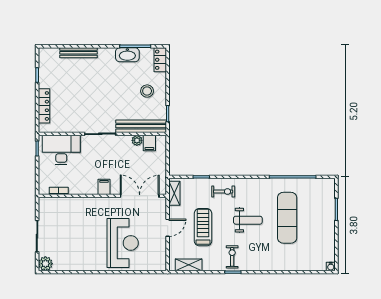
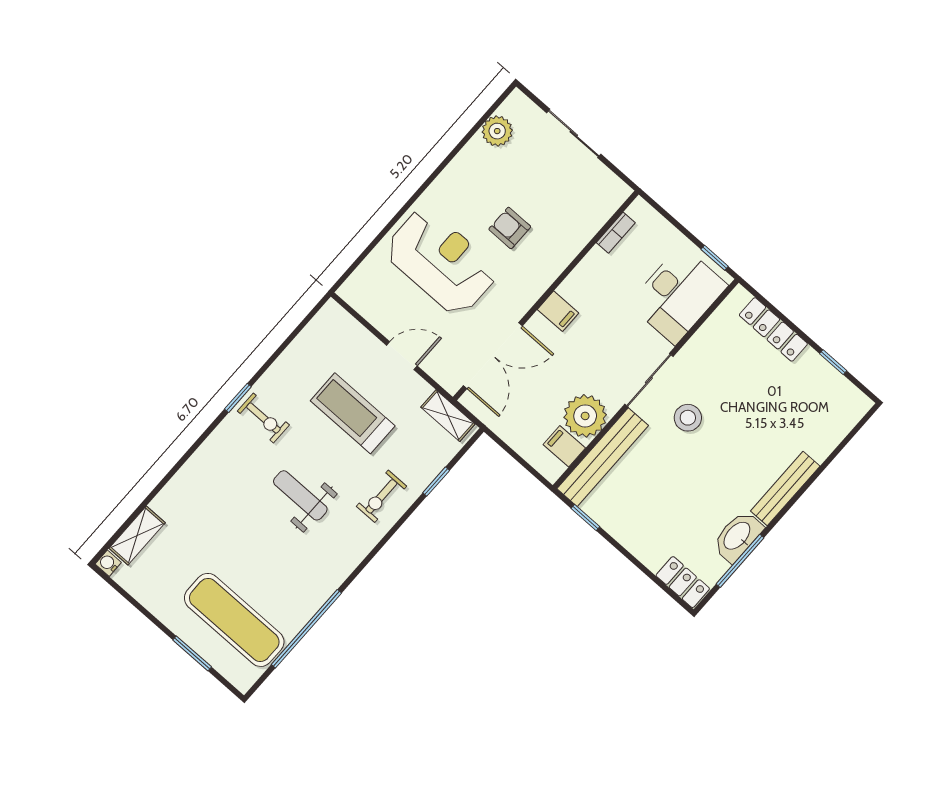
bench: (78, 53) -> (785, 489), moved
stool: (147, 91) -> (688, 418), moved
plant: (137, 140) -> (585, 416), width x1.88, depth x1.88
exercise mat: (287, 218) -> (234, 620), moved
weight bench: (248, 220) -> (300, 495), turned 90
treadmill: (203, 227) -> (353, 413), turned 180
door: (168, 228) -> (402, 356), swing flipped
armchair: (90, 229) -> (510, 228), added
reception desk: (123, 243) -> (441, 262), turned 180
plant: (45, 264) -> (497, 131), moved
shelving: (189, 265) -> (137, 536), moved

